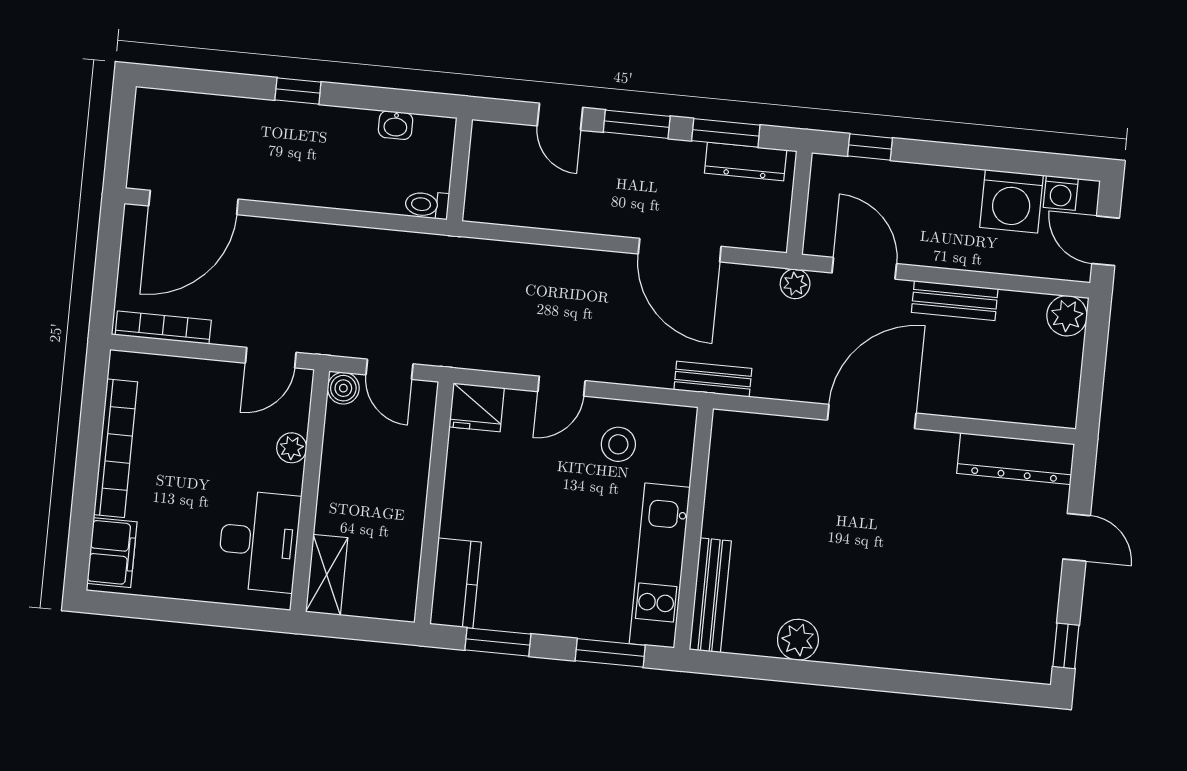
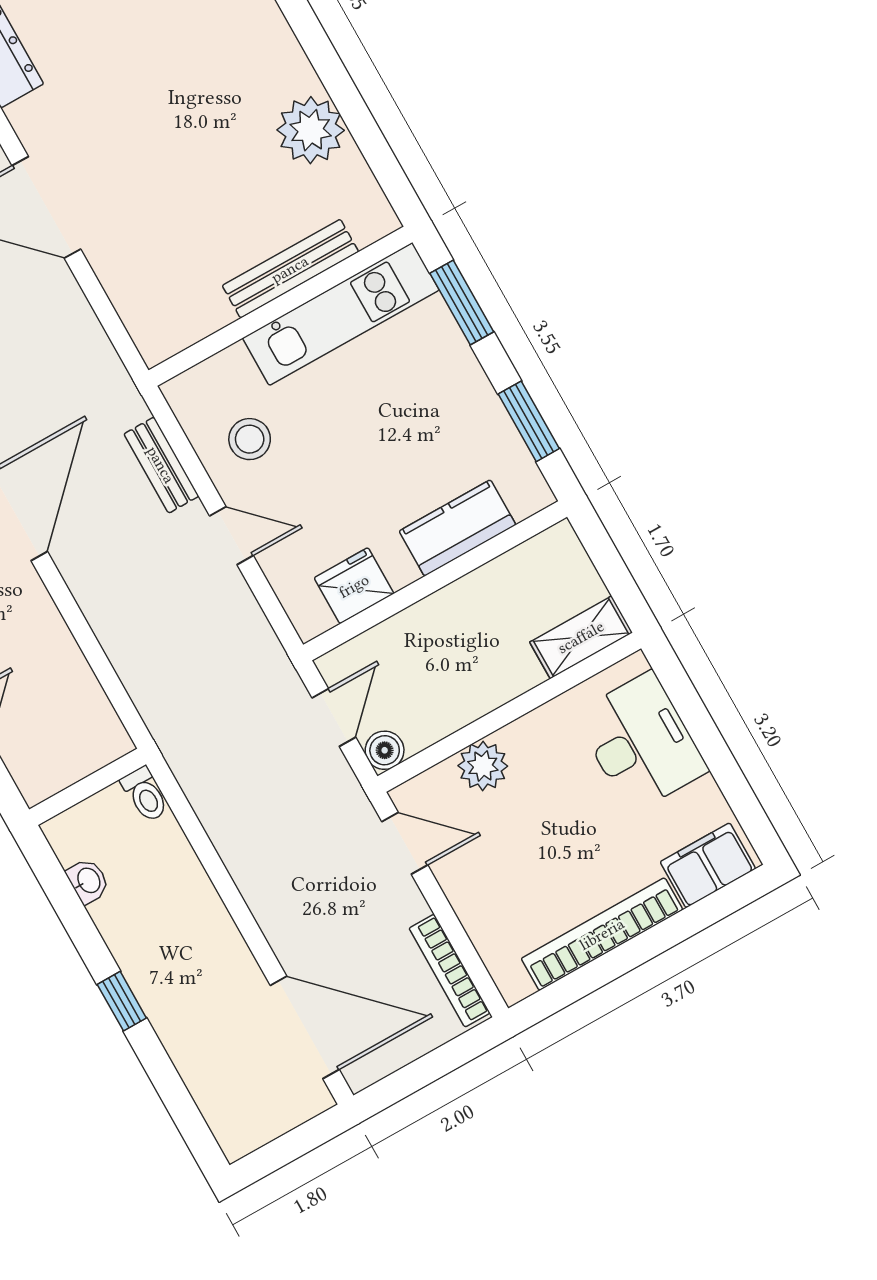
bench: (713, 379) -> (161, 465), moved
fridge: (477, 407) -> (354, 586), moved, turned -90
plant: (292, 448) -> (483, 766), width x1.38, depth x1.38
desk: (259, 541) -> (641, 742), moved, turned 90
kitchen counter: (455, 583) -> (457, 528), moved
bench: (710, 595) -> (290, 269), moved
plant: (798, 640) -> (311, 130), width x1.36, depth x1.36

